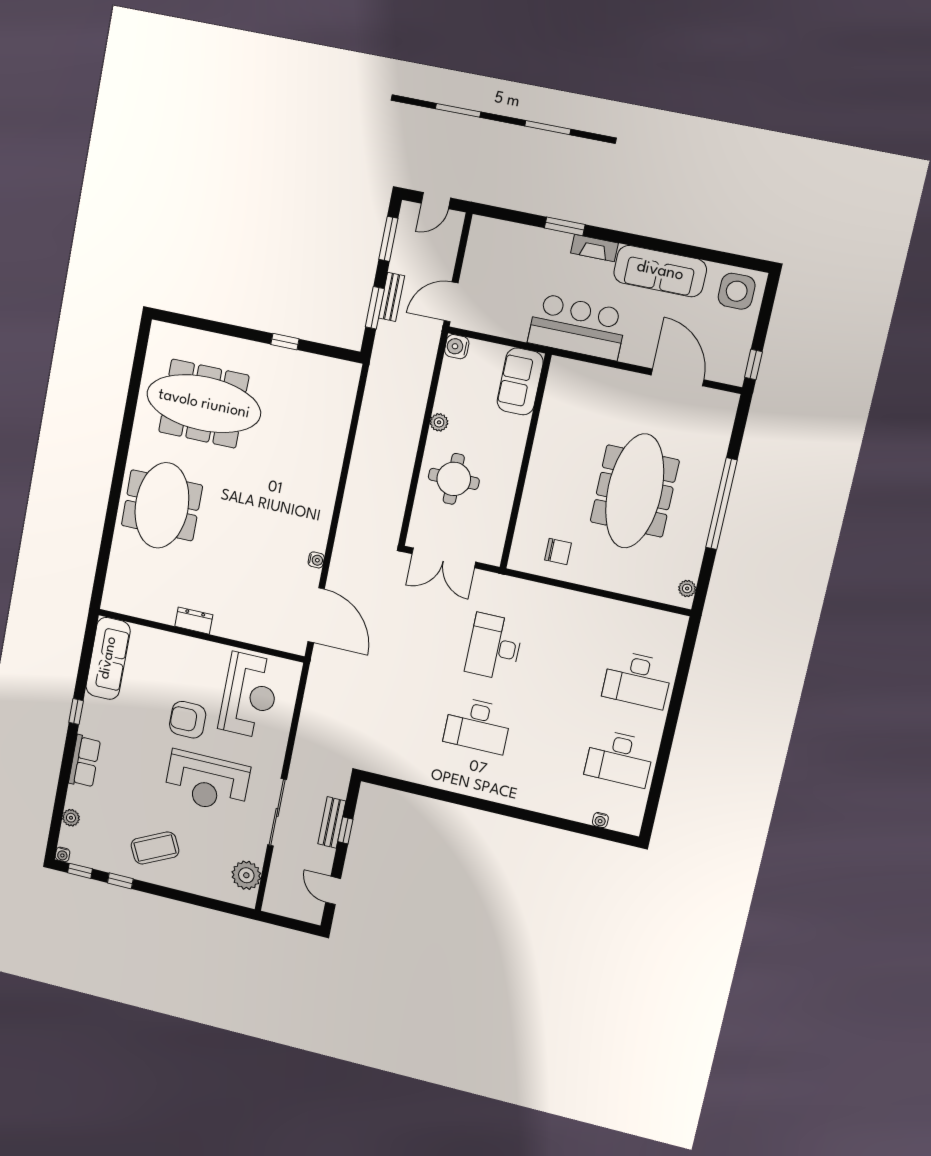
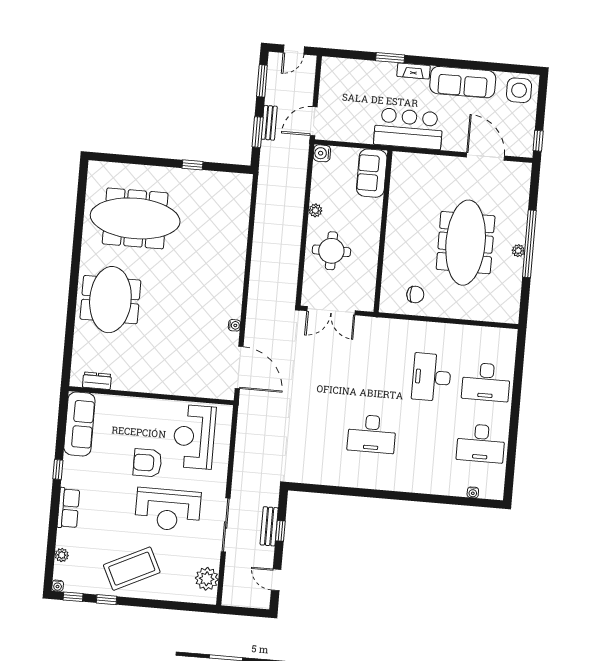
plant: (687, 588) -> (518, 251), moved
dresser: (194, 621) -> (97, 381), moved
desk: (494, 647) -> (432, 377), moved
reception desk: (249, 695) -> (194, 437), turned 180
coffee table: (155, 848) -> (132, 569), width x1.36, depth x1.32

